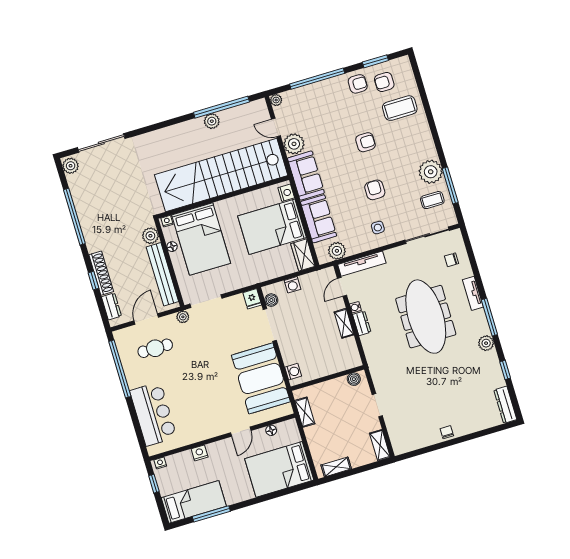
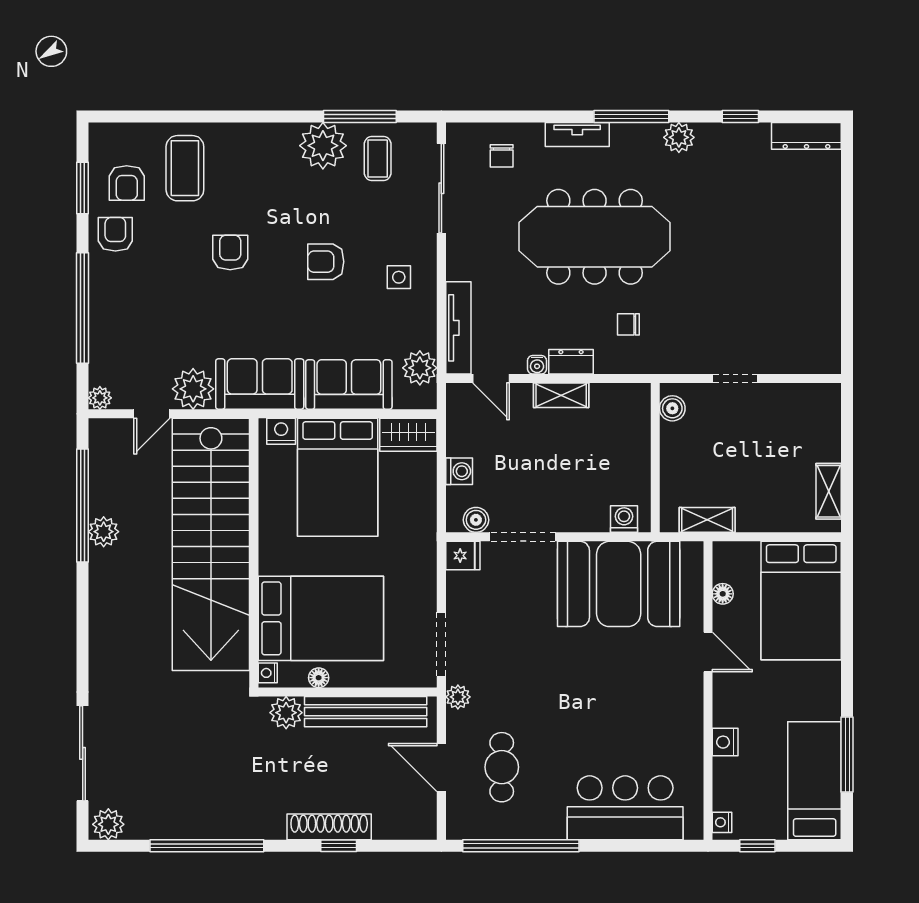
dresser: (111, 306) -> (398, 826), removed
chair: (447, 432) -> (628, 324), moved
shelving: (380, 445) -> (812, 396), removed

